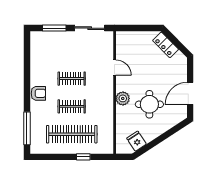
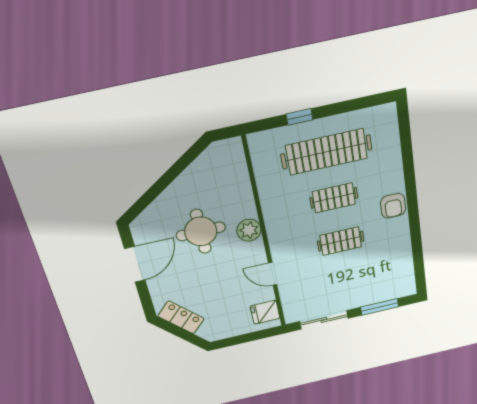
locker: (166, 45) -> (181, 317), moved
armchair: (38, 93) -> (393, 206), turned -90
window: (27, 128) -> (406, 144), removed
fridge: (136, 141) -> (265, 312), moved, turned 123

